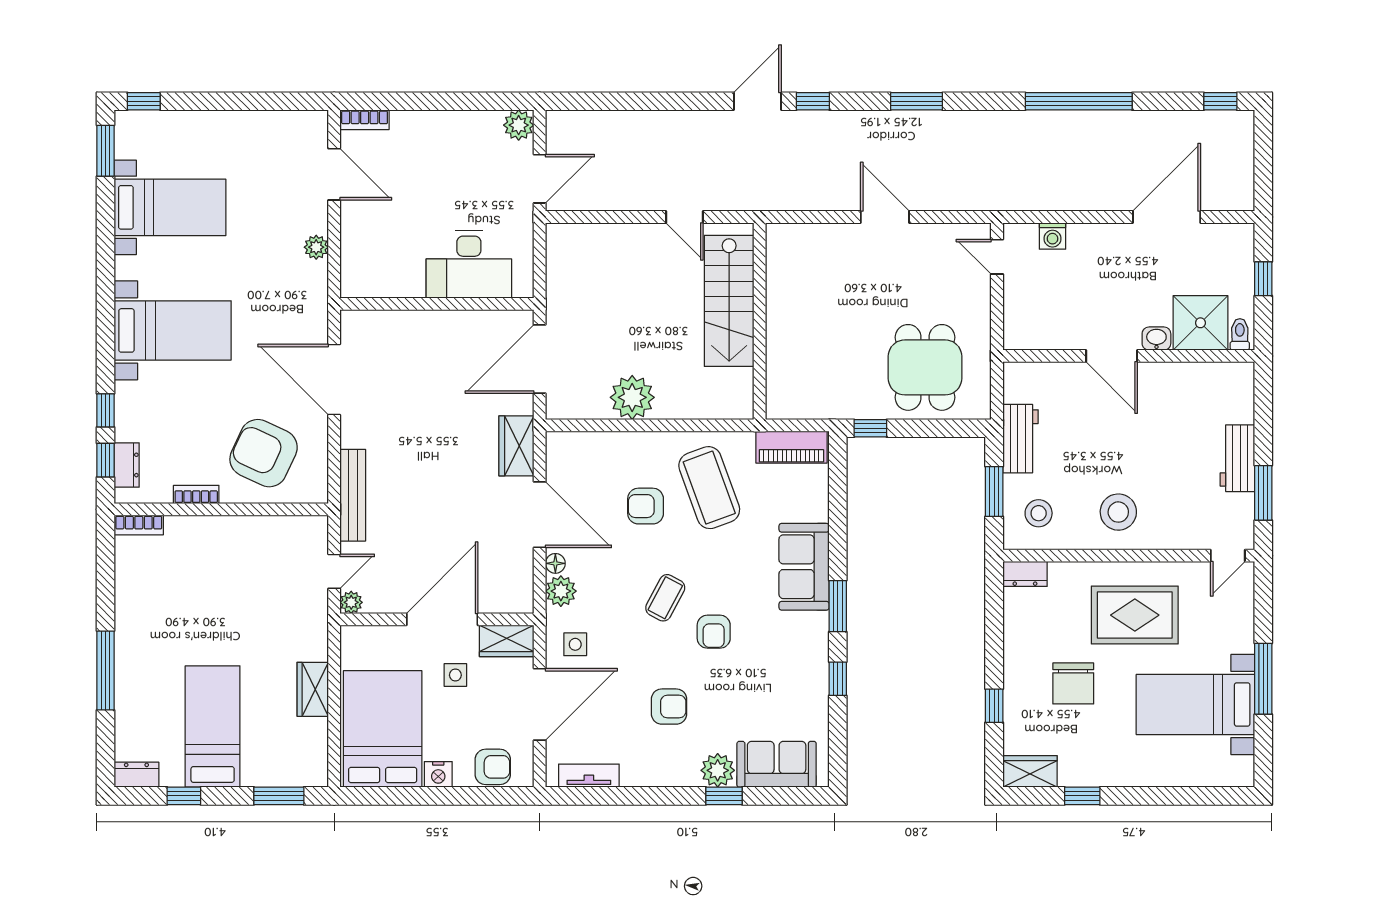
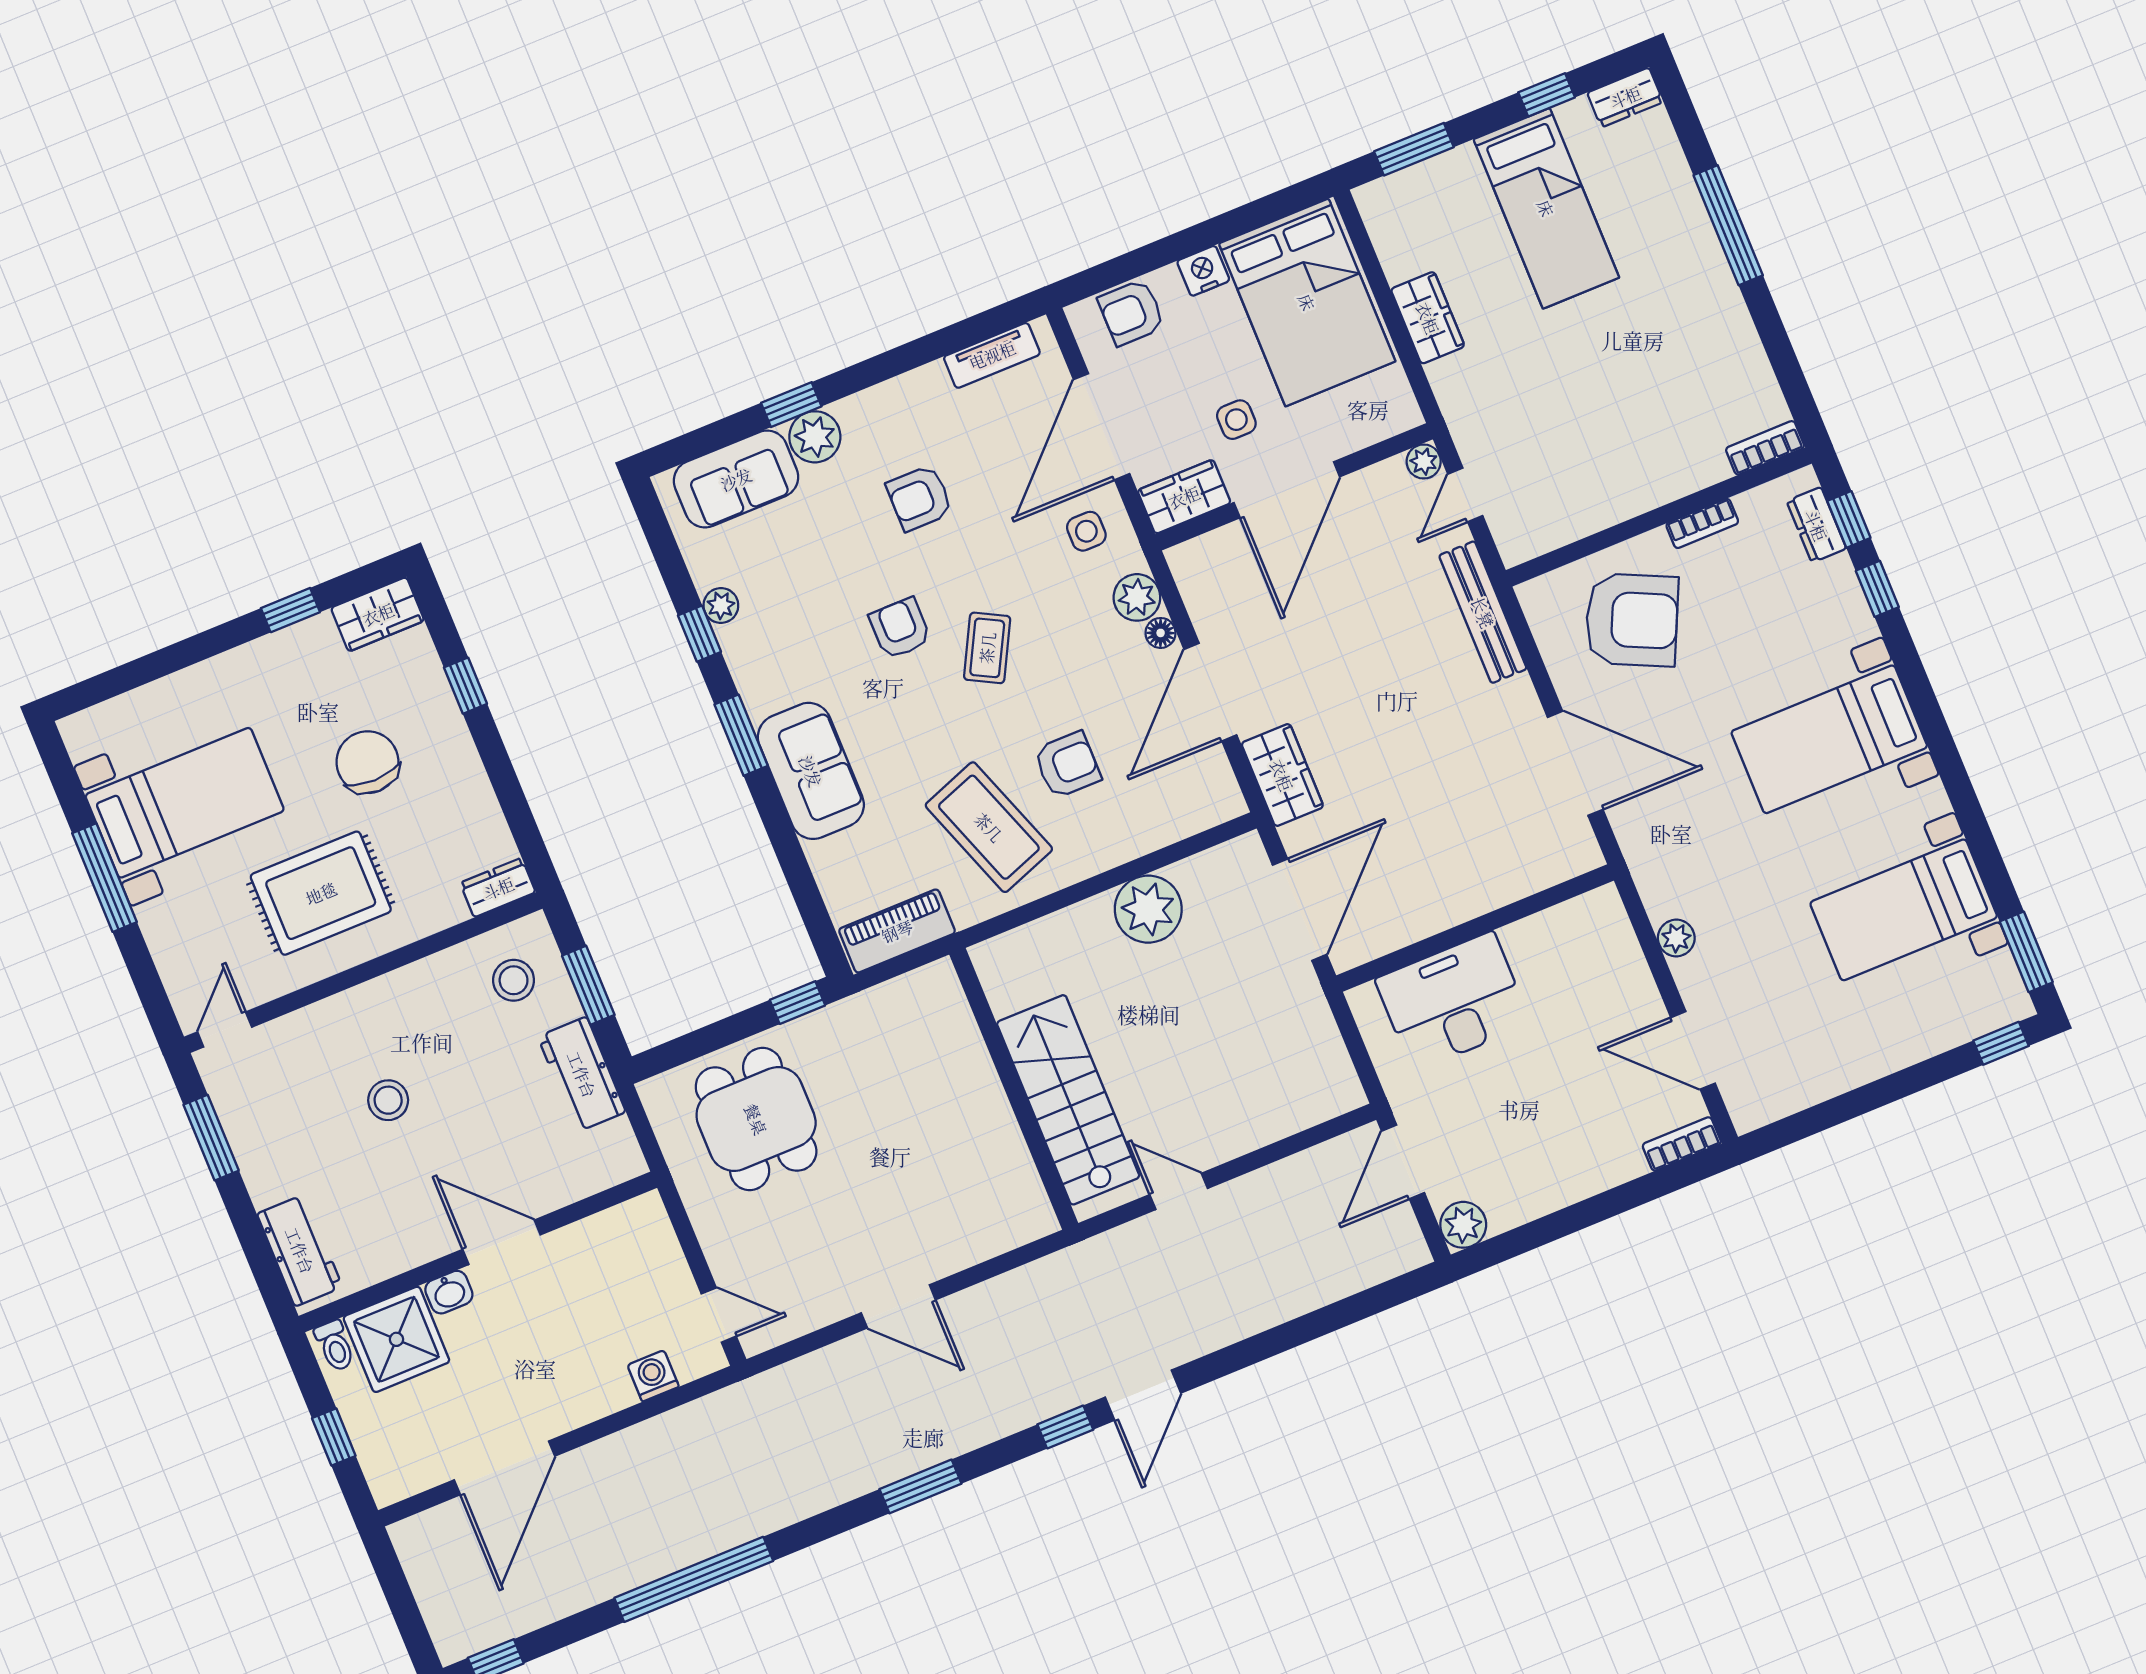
workbench: (1237, 458) -> (300, 1250), moved
stool: (1118, 512) -> (388, 1100), moved, width x0.73, depth x0.73
door: (540, 515) -> (1210, 692), hinge flipped
plant: (818, 691) -> (721, 605), added

